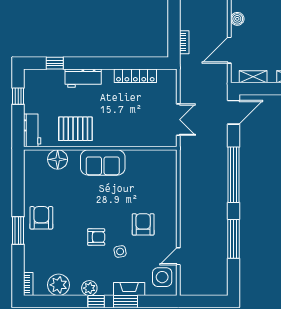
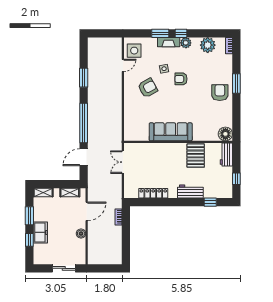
door: (234, 112) -> (84, 157), moved
pallet: (75, 129) -> (196, 156), turned 90
floor lamp: (58, 159) -> (225, 134), moved
sofa: (103, 162) -> (171, 132), width x1.36
armchair: (41, 218) -> (220, 93), turned 180
armchair: (143, 224) -> (148, 88), turned -119
window: (234, 239) -> (84, 78), width x0.69
fireplace: (129, 289) -> (169, 42), moved

